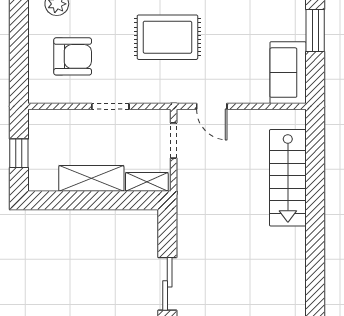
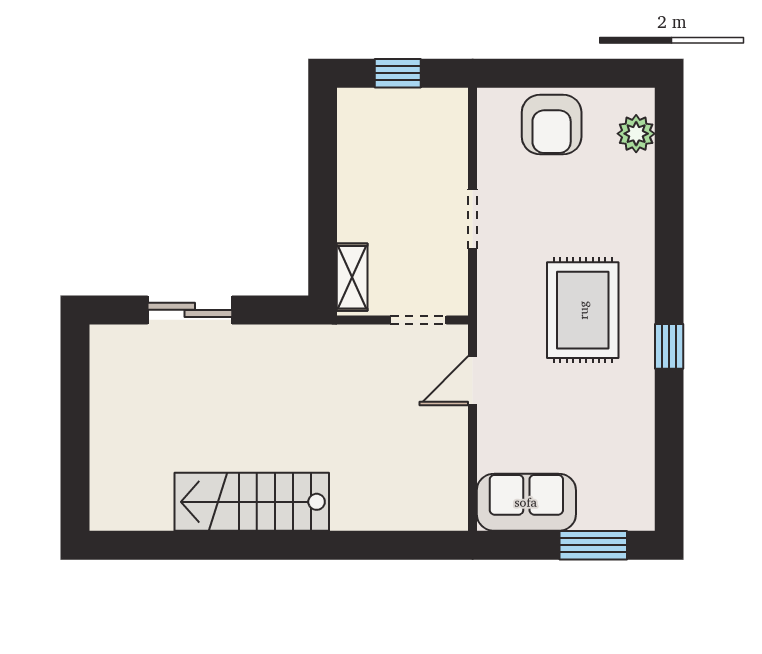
armchair: (73, 56) -> (552, 125), moved
shelving: (91, 178) -> (358, 189), removed
stairs: (288, 178) -> (252, 502), moved

